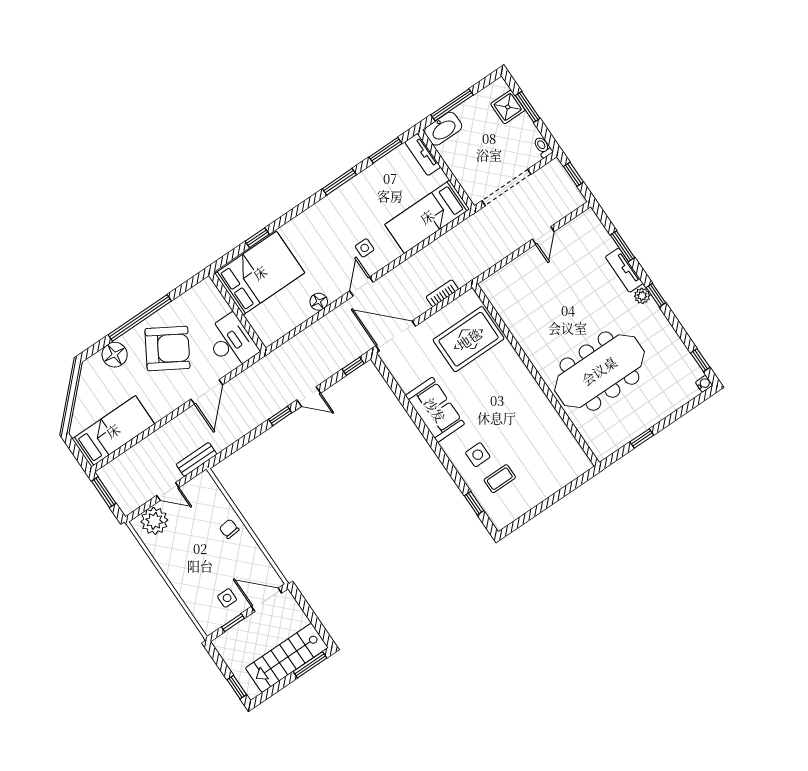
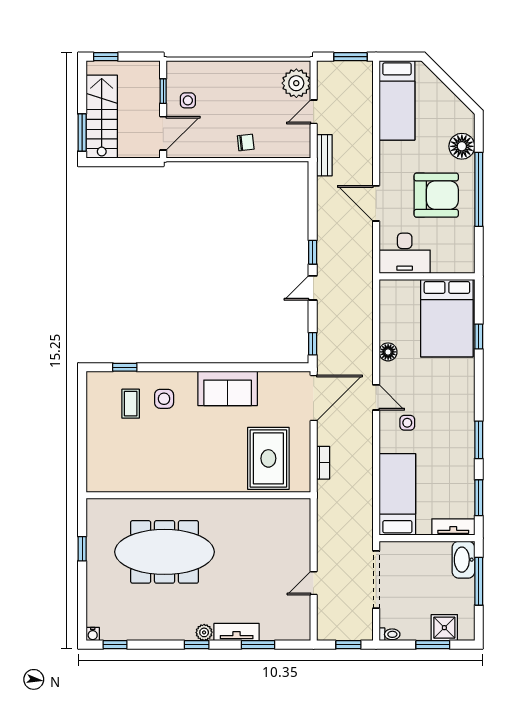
door: (543, 235) -> (314, 583), hinge flipped
armchair: (167, 349) -> (436, 195), turned -121
meeting table: (599, 371) -> (165, 552), turned 90

